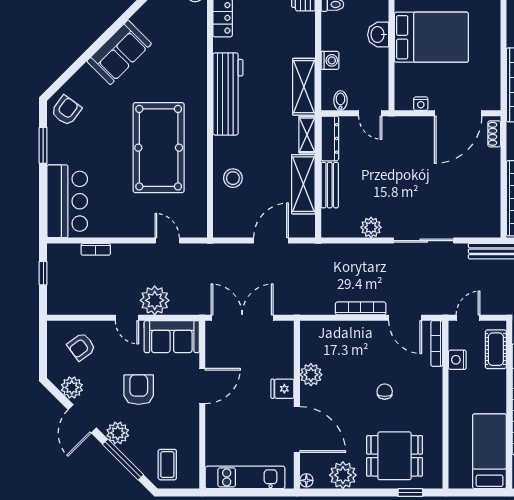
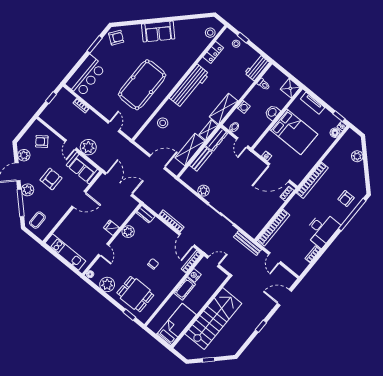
dresser: (316, 330) -> (145, 214), added
cot: (496, 349) -> (185, 289), moved
door: (297, 430) -> (103, 250), width x0.53

